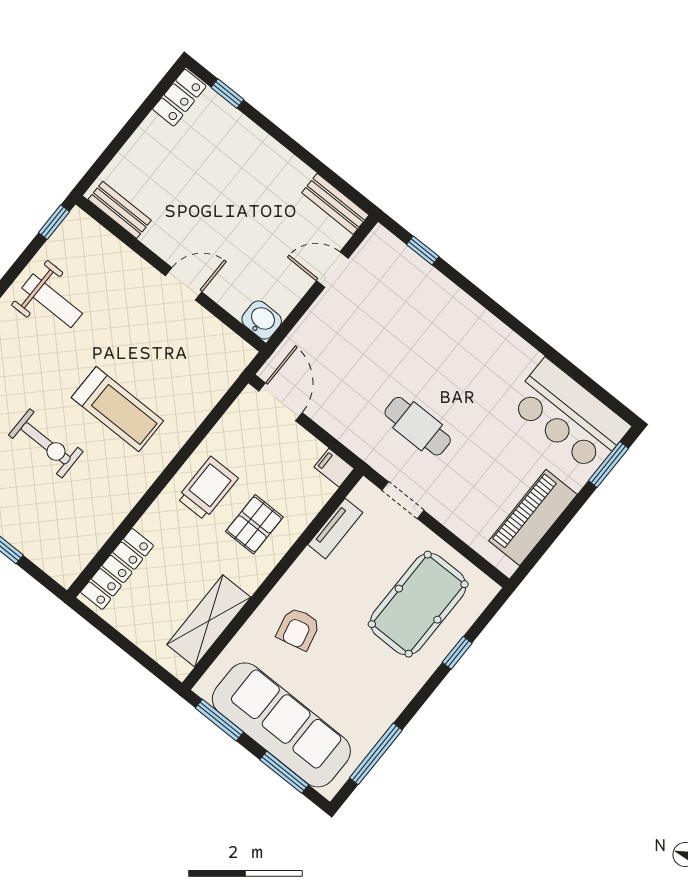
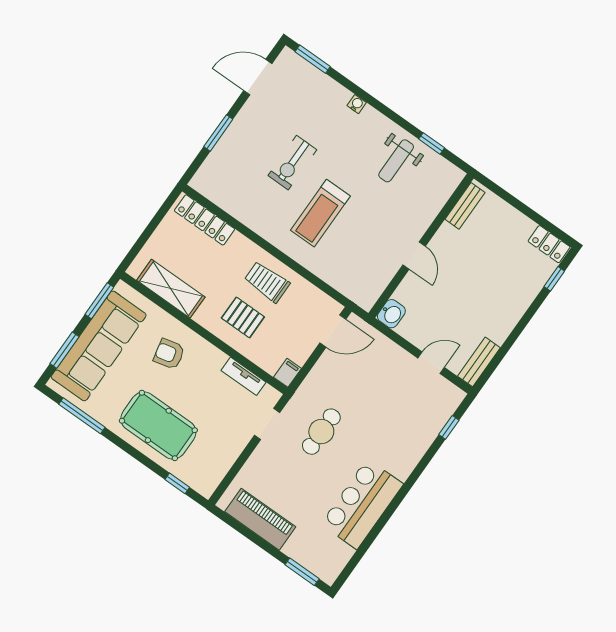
window: (54, 222) -> (432, 143), moved
door: (332, 270) -> (431, 363), hinge flipped
bar counter: (569, 415) -> (362, 504), moved
trolley: (208, 488) -> (267, 282), turned 180
pool table: (418, 604) -> (158, 425), moved
window: (457, 653) -> (177, 483), moved

